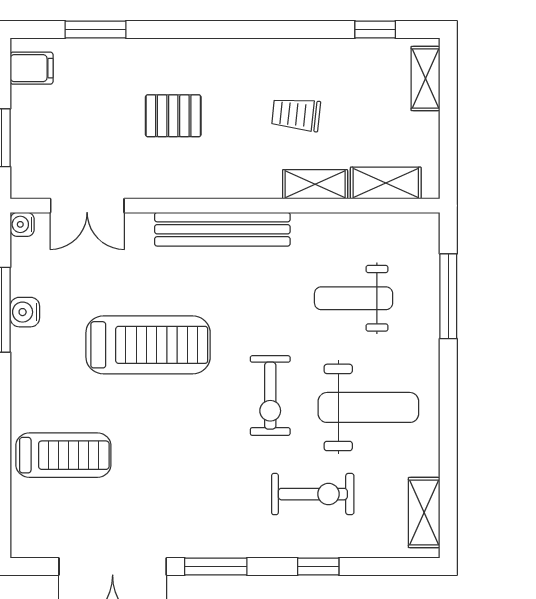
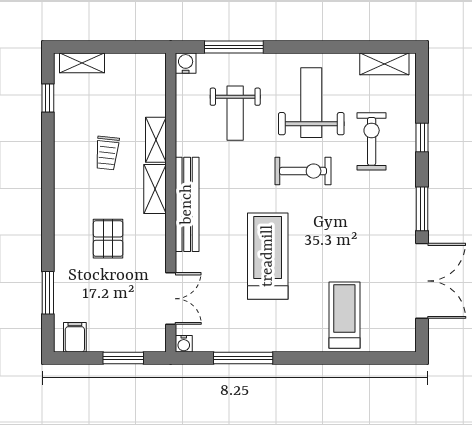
shelving: (386, 183) -> (155, 189), moved
water cooler: (25, 312) -> (186, 63), moved, turned 180

